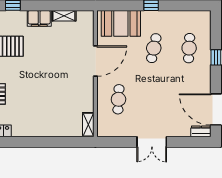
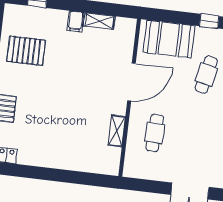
filing cabinet: (39, 18) -> (75, 21), width x0.50
shelving: (88, 125) -> (117, 131), moved

